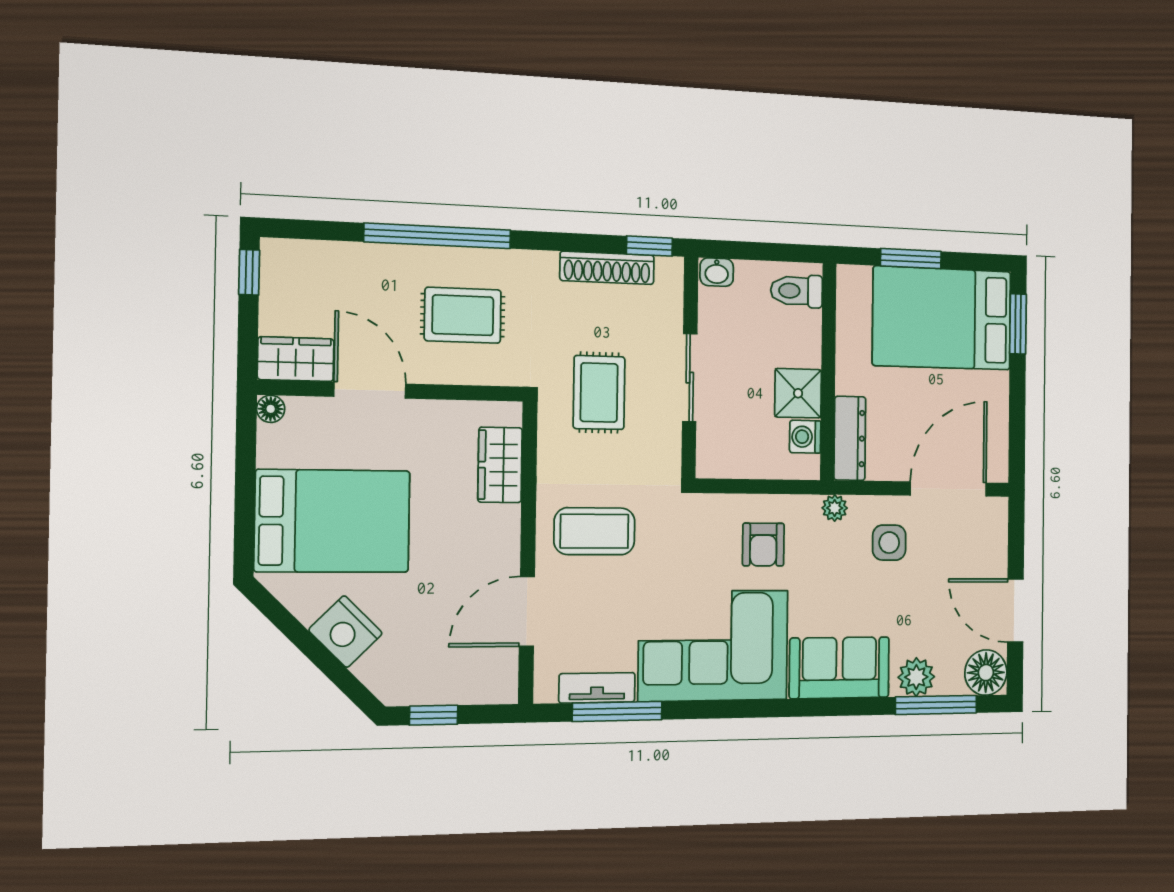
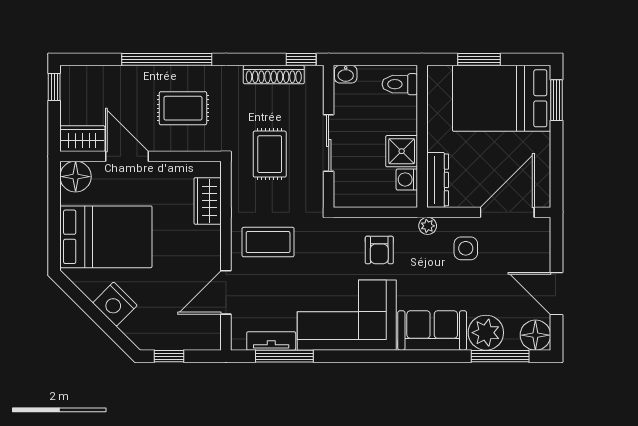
floor lamp: (271, 409) -> (76, 177), width x1.89, depth x1.89
plant: (916, 677) -> (486, 333), width x1.36, depth x1.36

